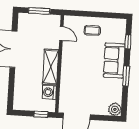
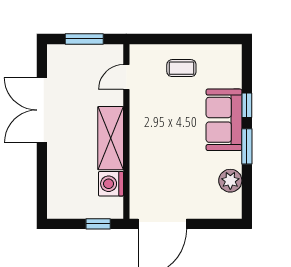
door: (61, 34) -> (126, 77), swing flipped
window: (128, 42) -> (247, 105), moved
plant: (115, 109) -> (230, 181), moved

